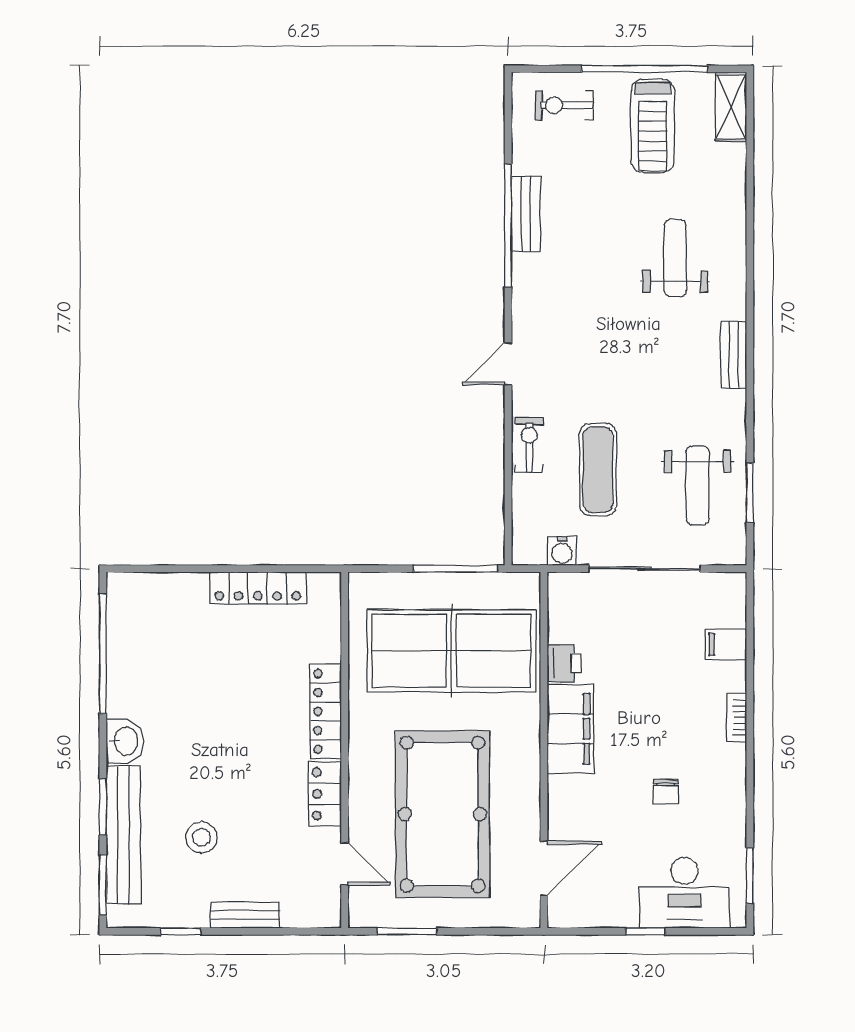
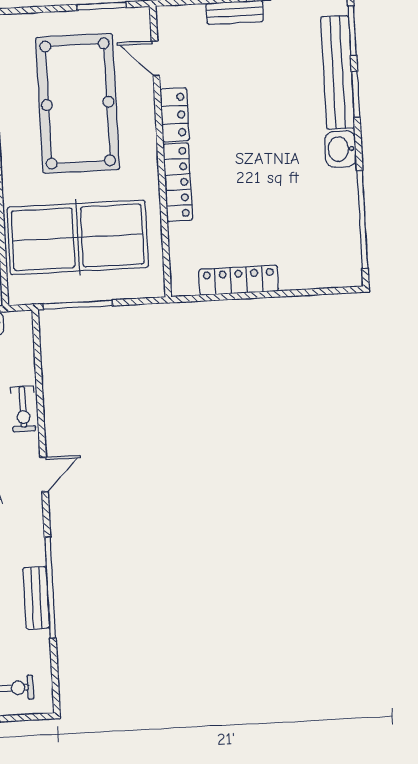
stool: (201, 837) -> (274, 74), removed

